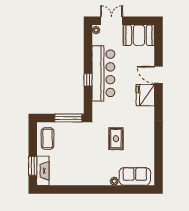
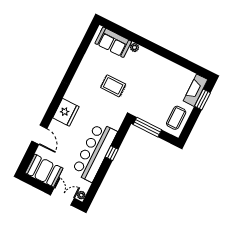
double door: (112, 21) -> (62, 197), swing flipped
door: (159, 75) -> (39, 135), moved
rug: (116, 139) -> (113, 86), turned 90

